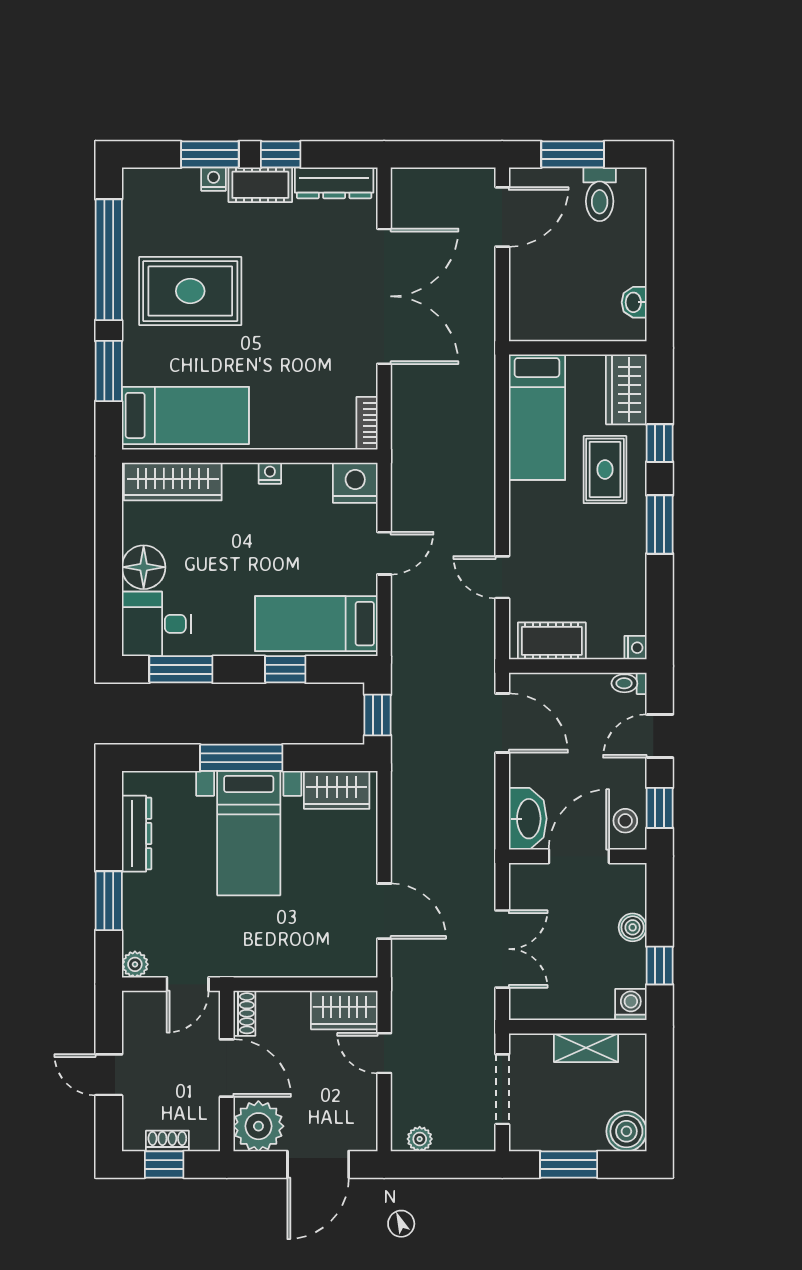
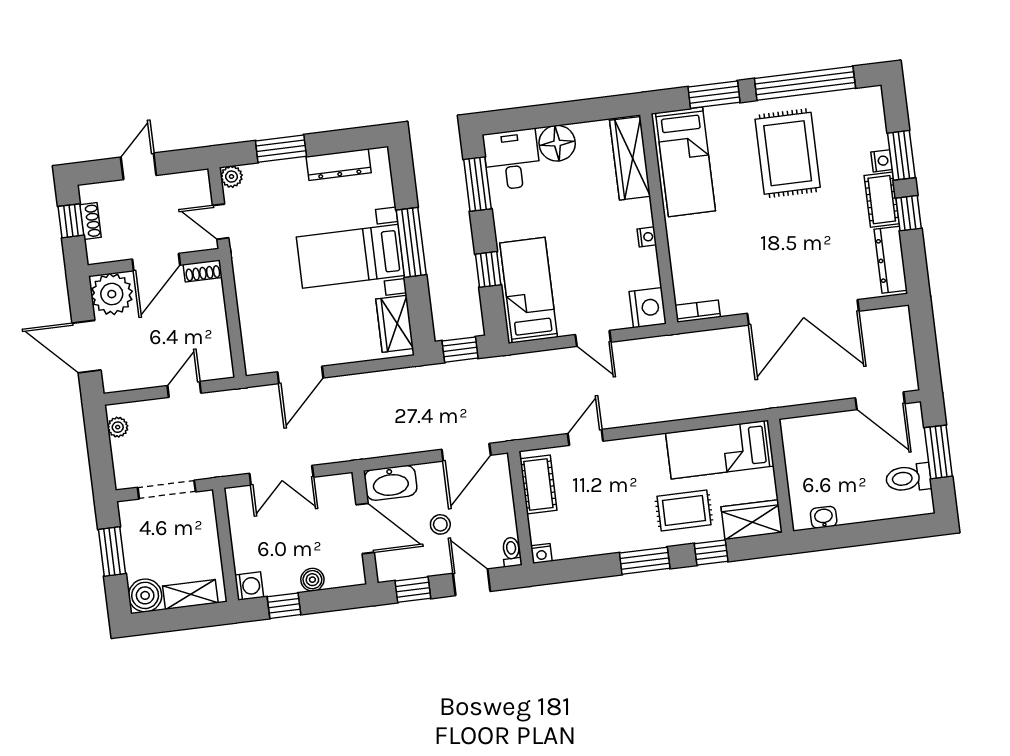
stool: (625, 821) -> (440, 524), moved
wardrobe: (344, 1010) -> (216, 352), removed
shelving: (586, 1048) -> (190, 594), moved, turned 90

